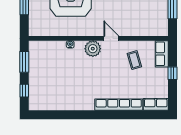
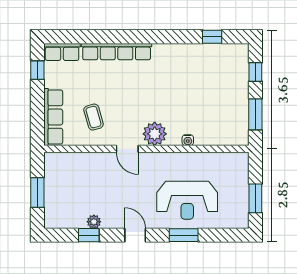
row of seats: (162, 54) -> (53, 117), width x1.48
window: (172, 73) -> (37, 70), moved
window: (54, 115) -> (212, 37), added

